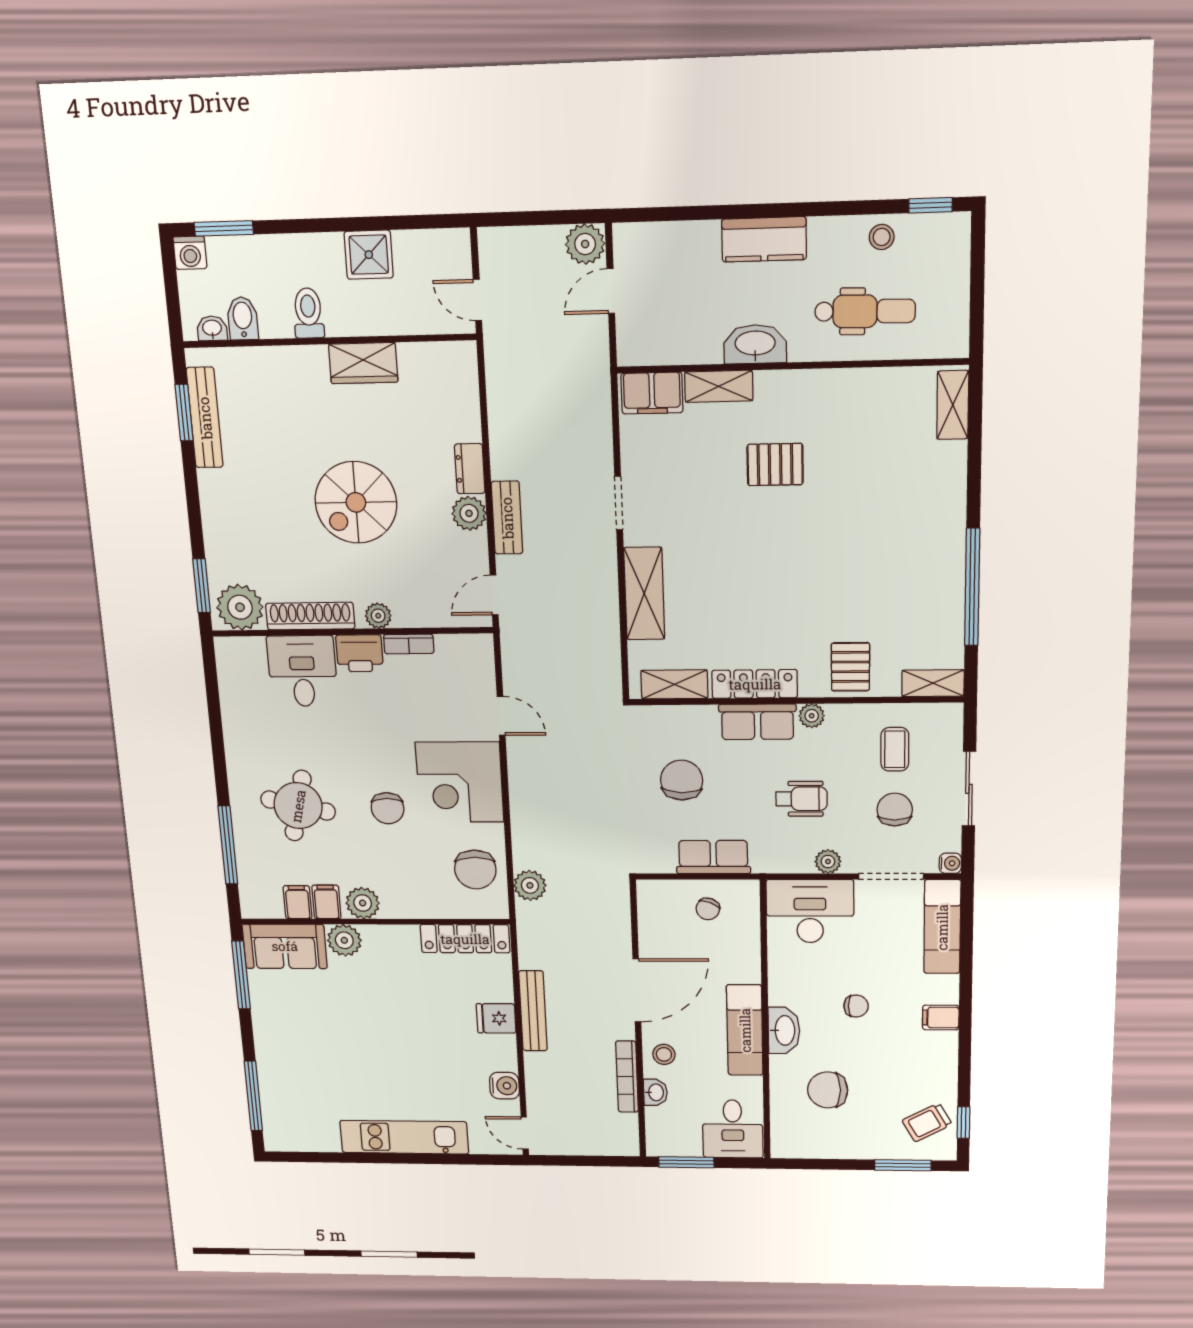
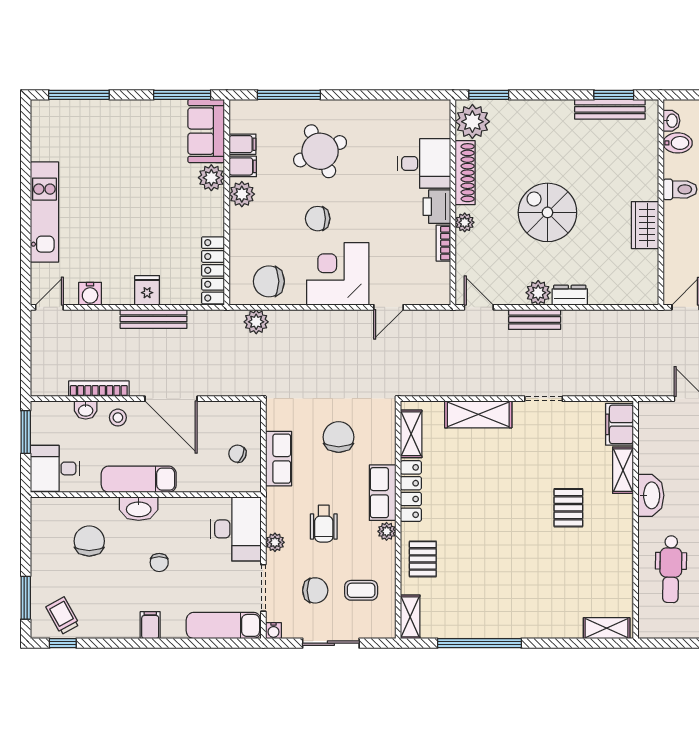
pallet: (850, 667) -> (423, 559), turned 90
chair: (682, 780) -> (339, 437), turned -92
round table: (298, 806) -> (320, 151), turned -37

